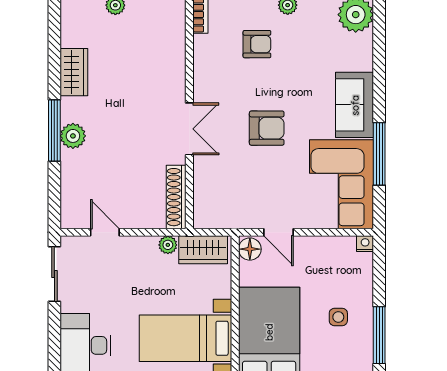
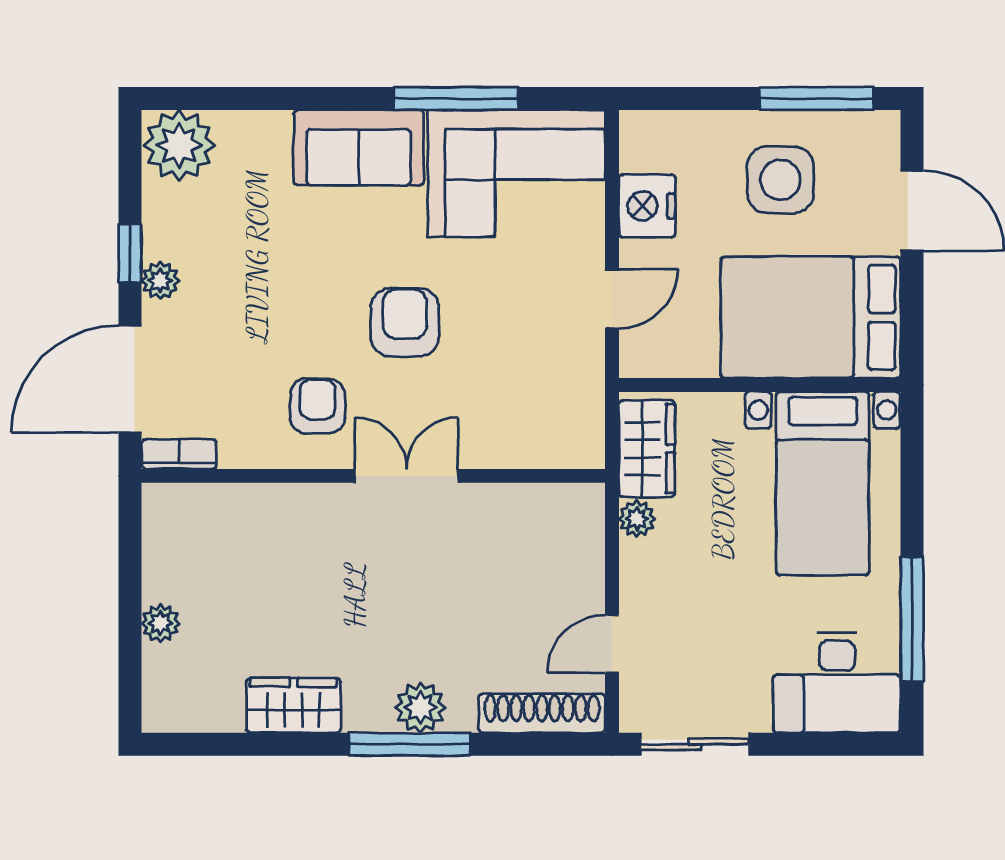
armchair: (257, 44) -> (318, 406), moved
shoe rack: (176, 197) -> (542, 713), moved, turned 180
nightstand: (365, 244) -> (647, 206), moved, width x1.89, depth x1.79
floor lamp: (250, 249) -> (645, 356), removed
side table: (338, 317) -> (780, 180), width x1.87, depth x1.87

